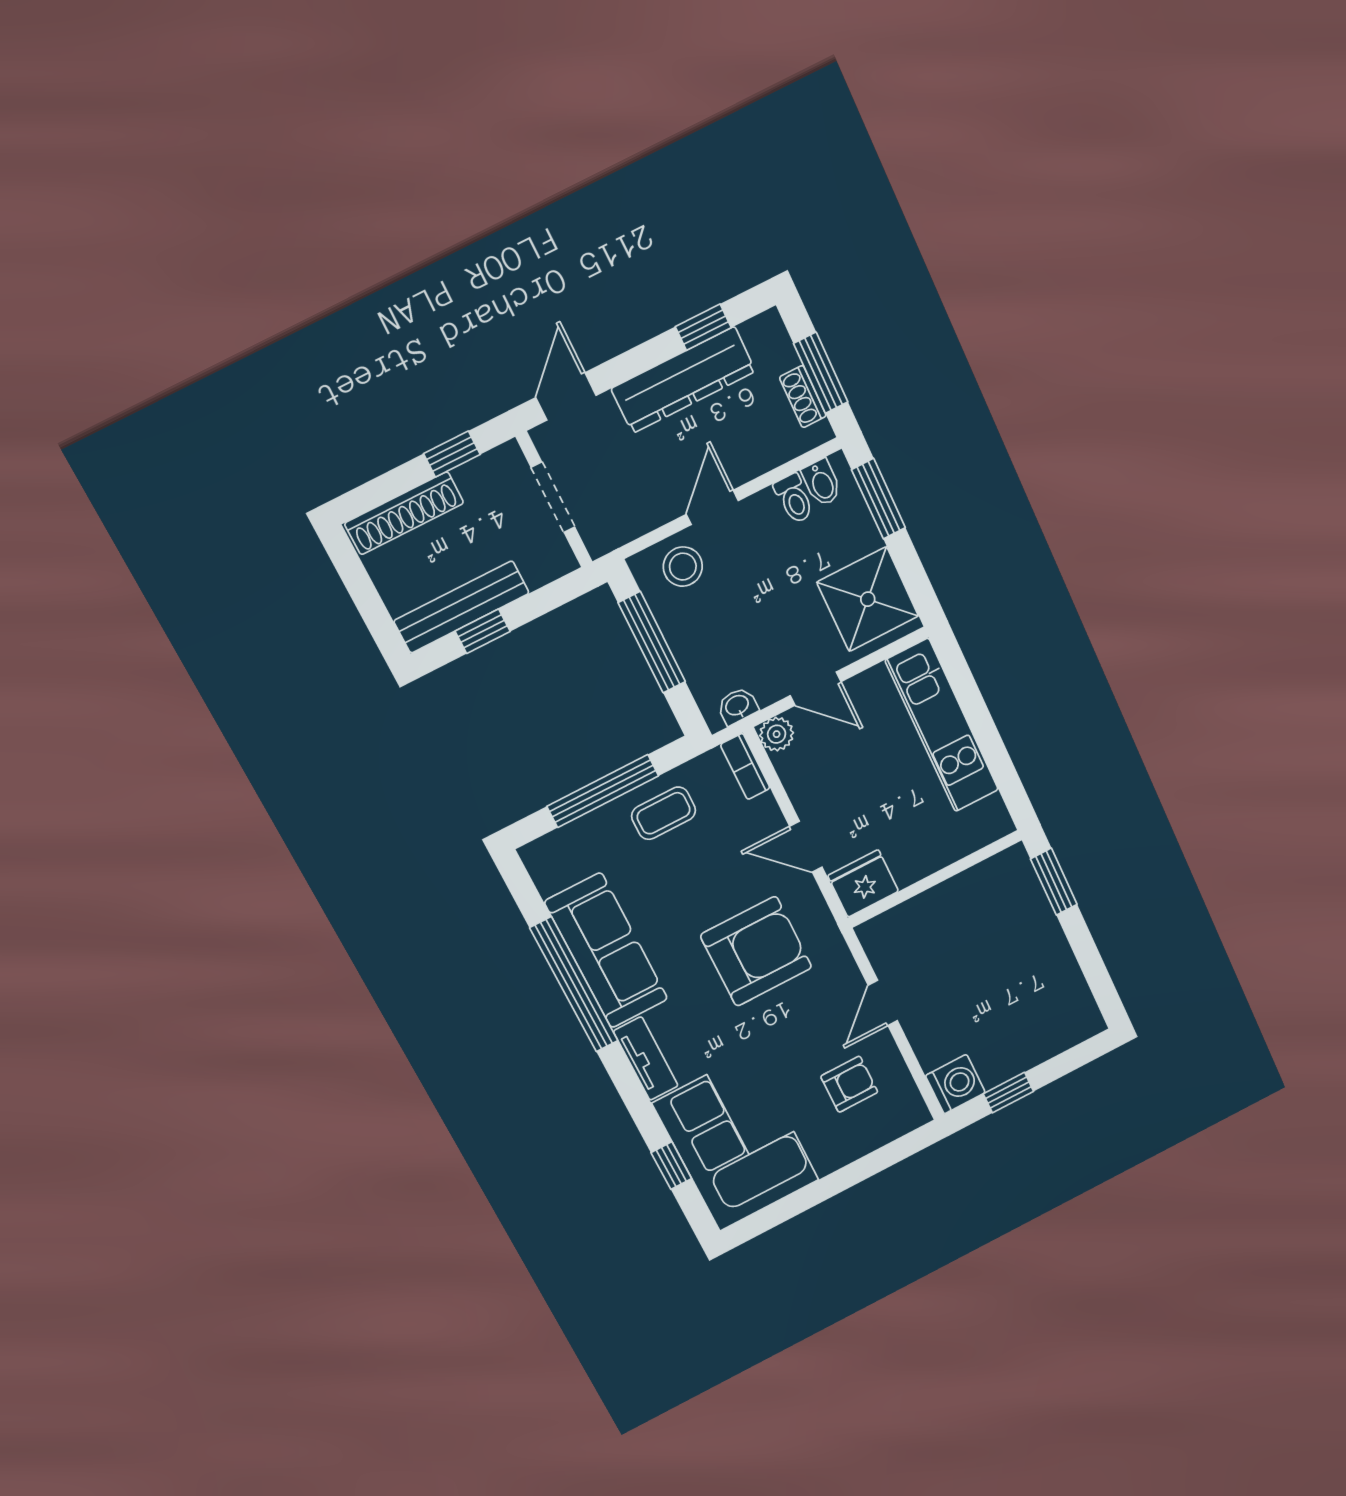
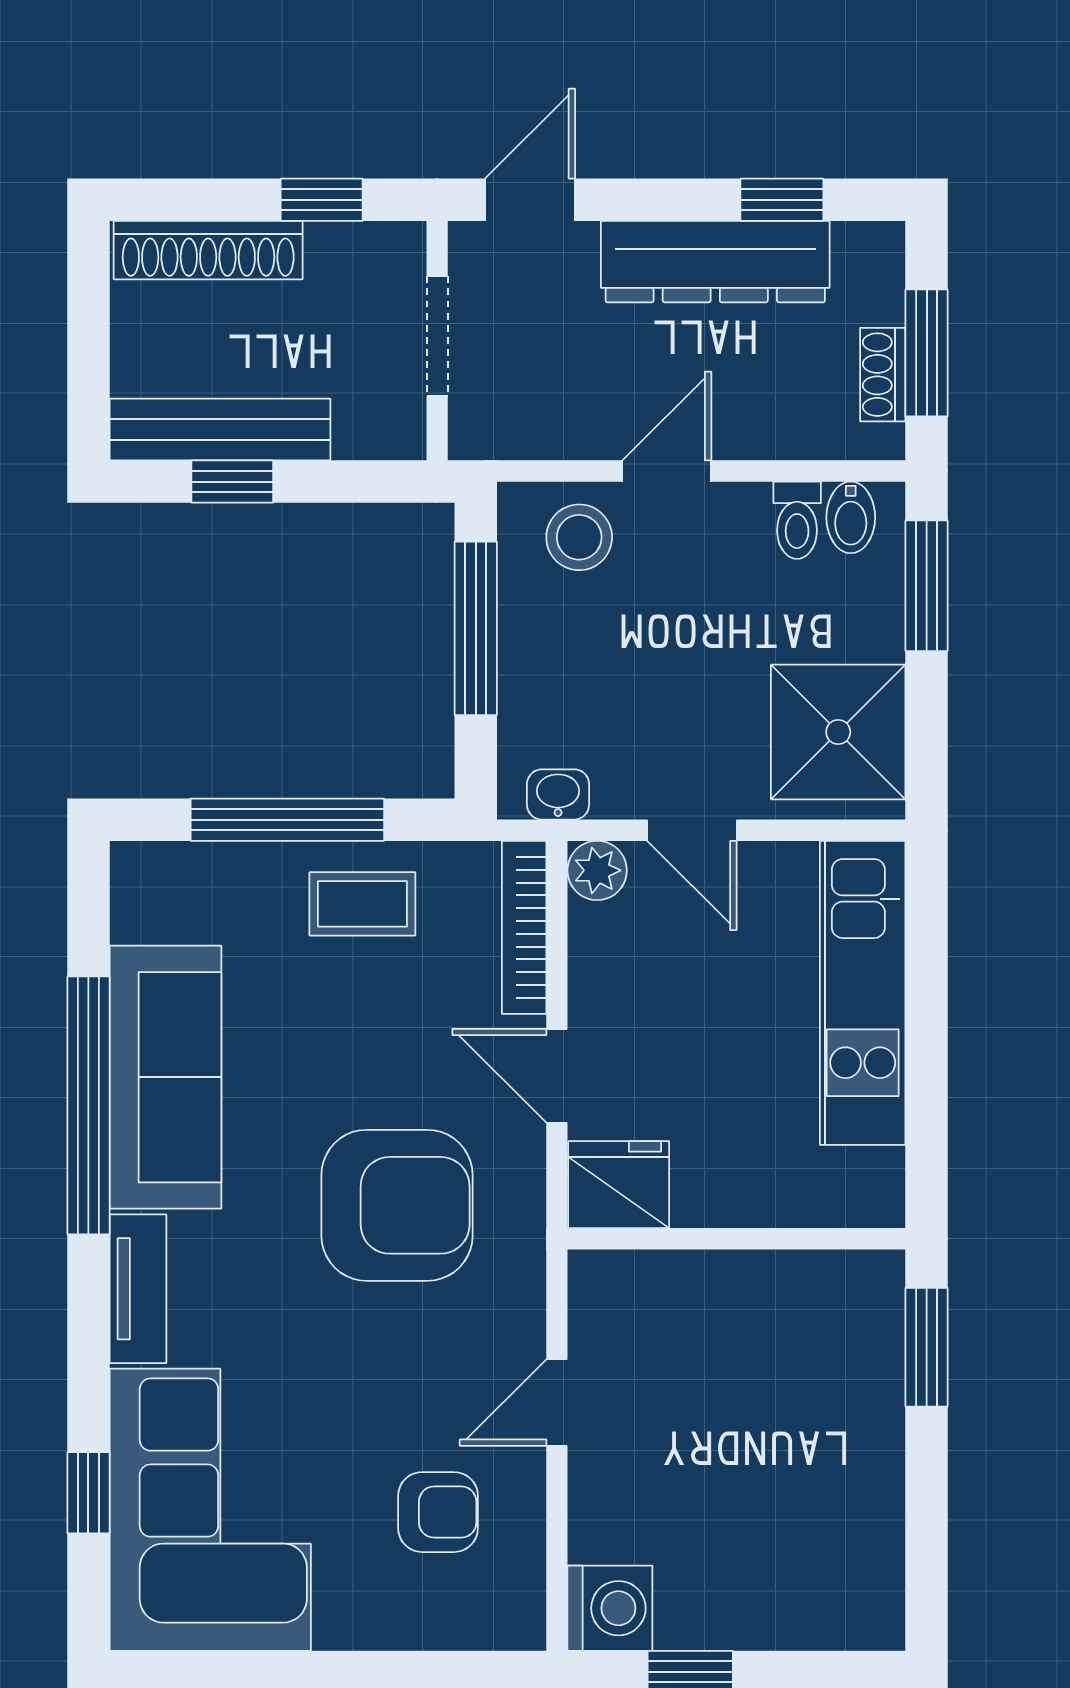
bookcase: (745, 766) -> (524, 927), width x1.56

